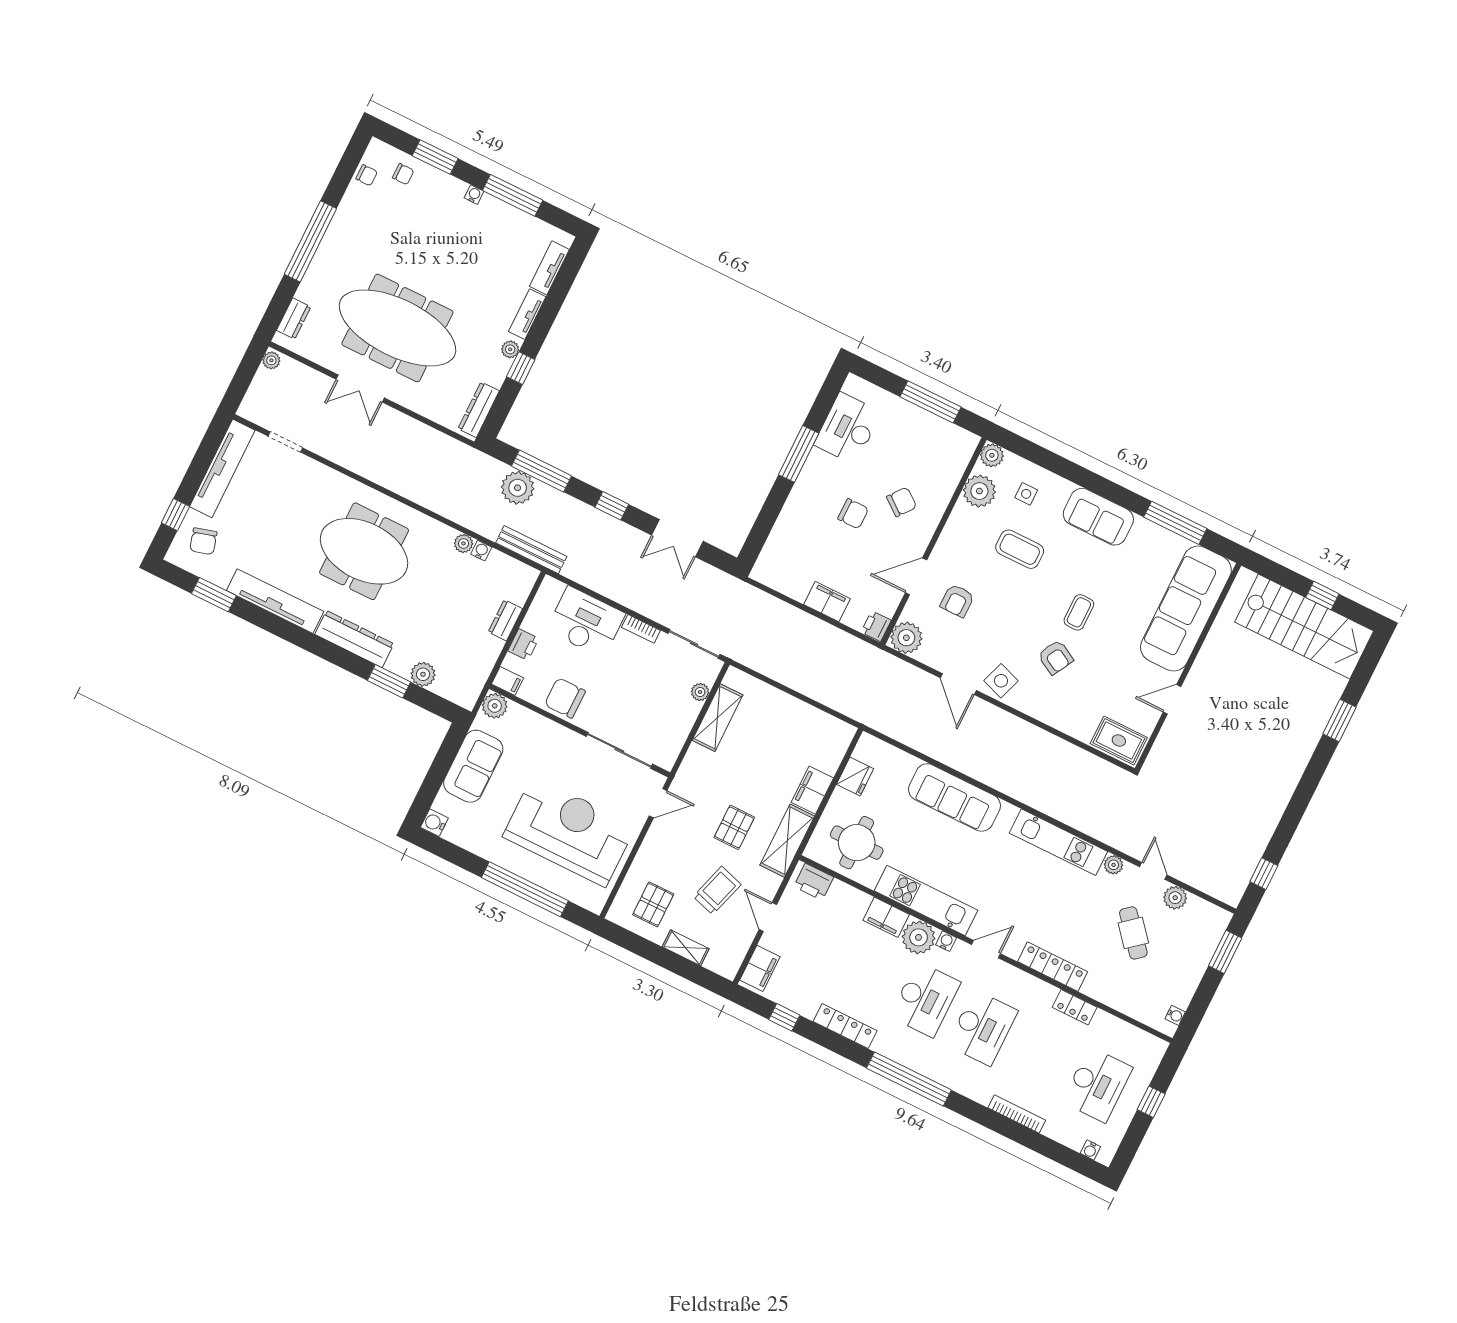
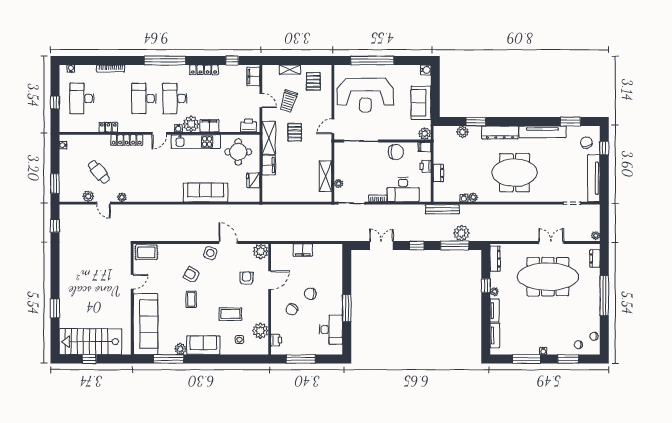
plant: (992, 455) -> (180, 349), moved
printer: (876, 626) -> (276, 340), moved
kitchen unit: (1058, 842) -> (151, 195), removed

